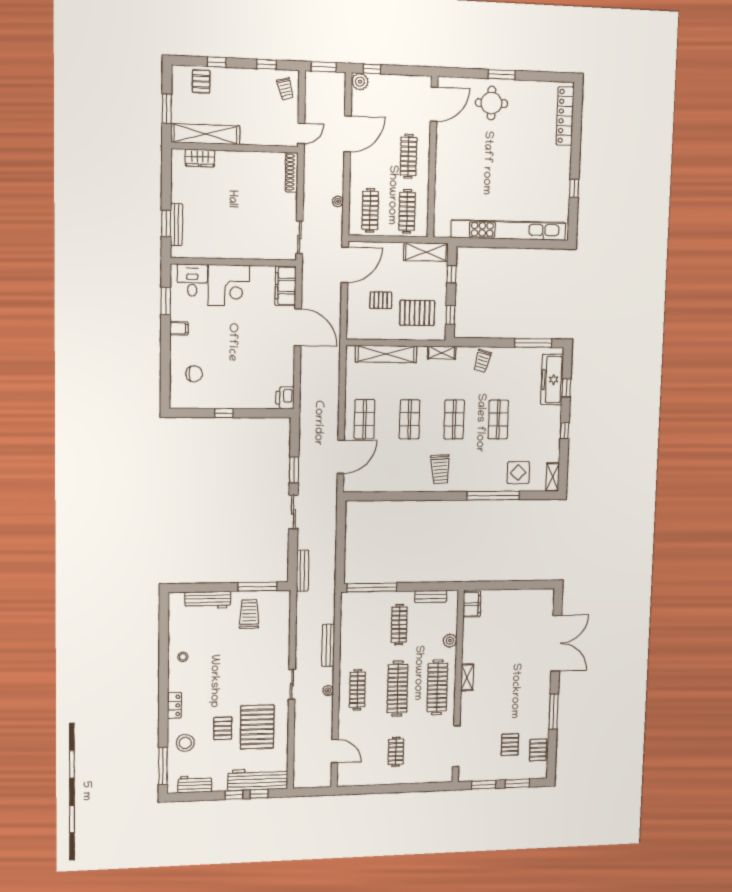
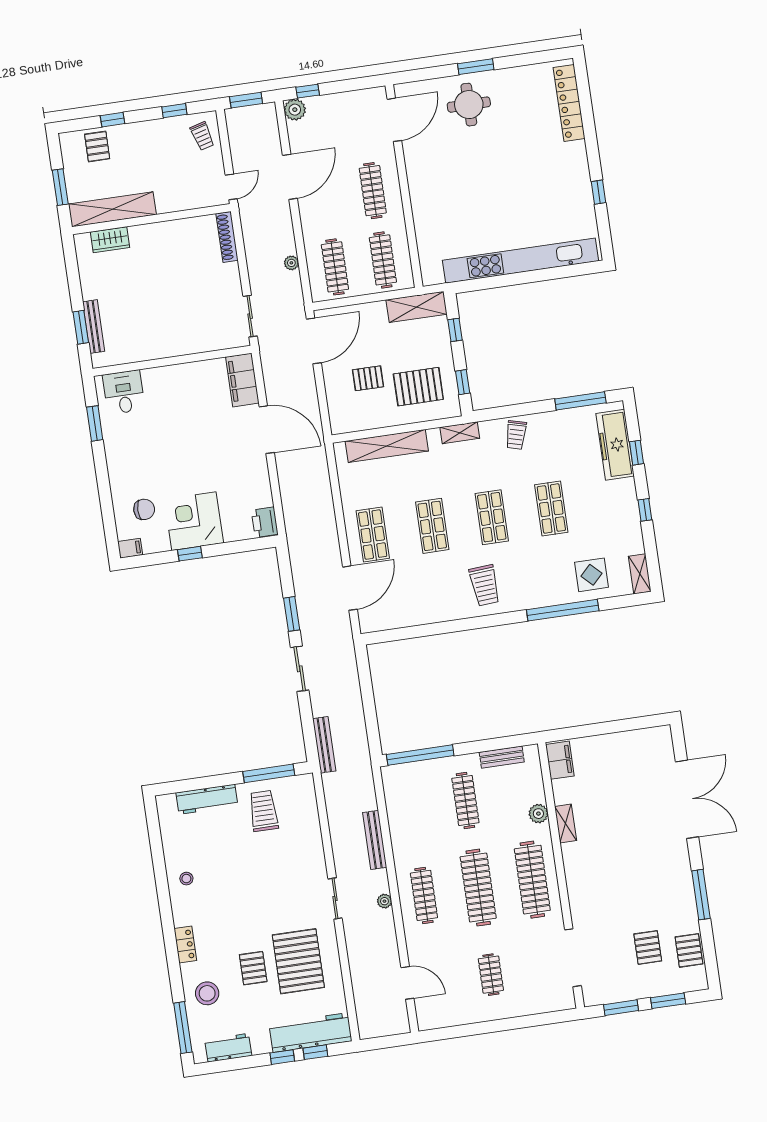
corner desk: (229, 285) -> (194, 521), moved, turned 180
filing cabinet: (179, 328) -> (130, 548), moved
shelving: (467, 677) -> (566, 824), moved

